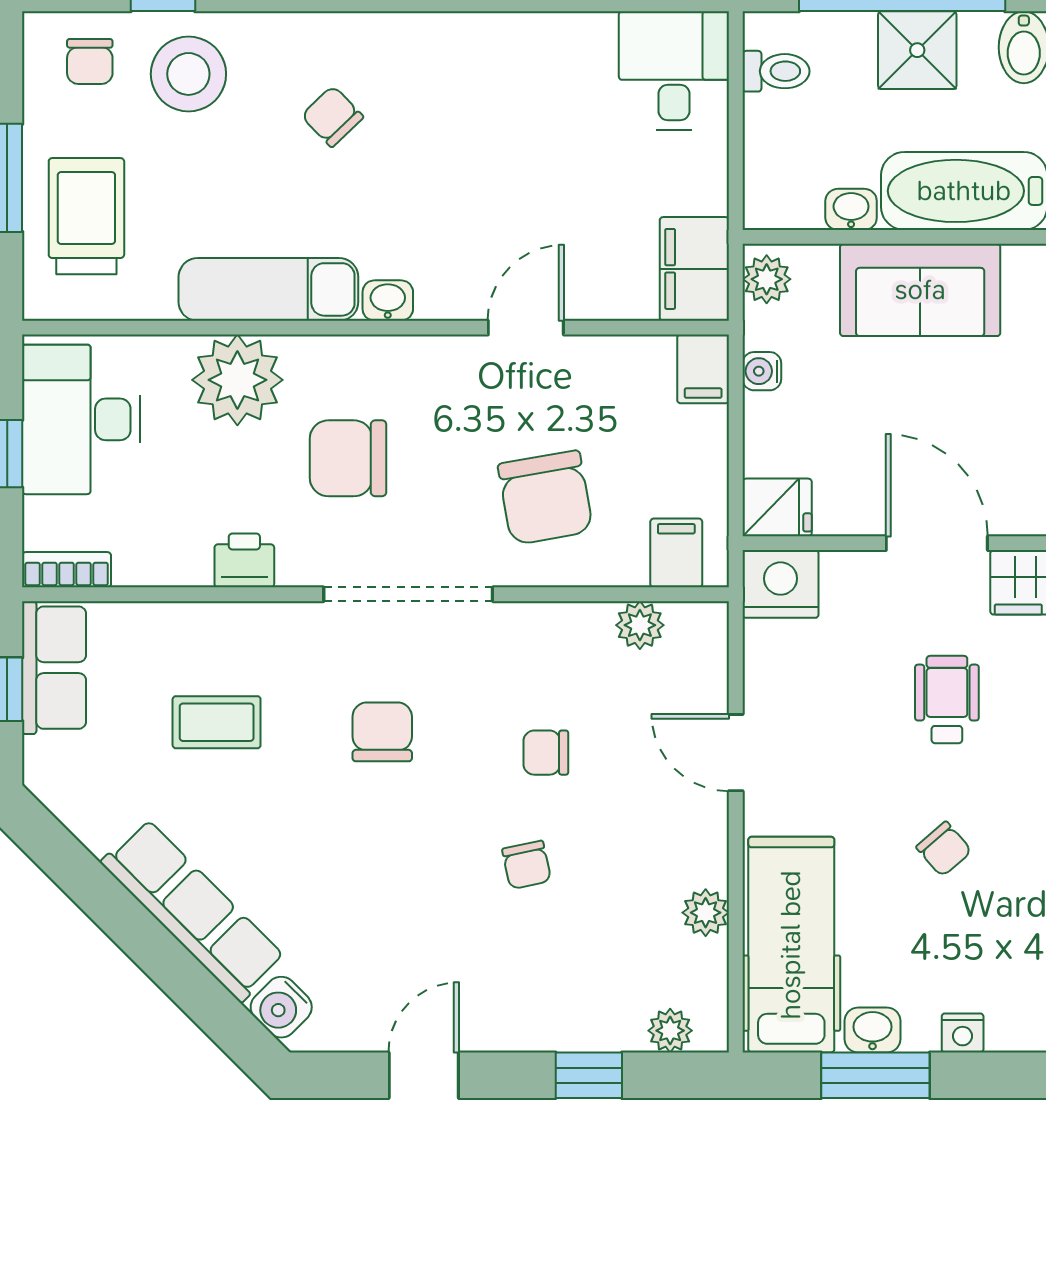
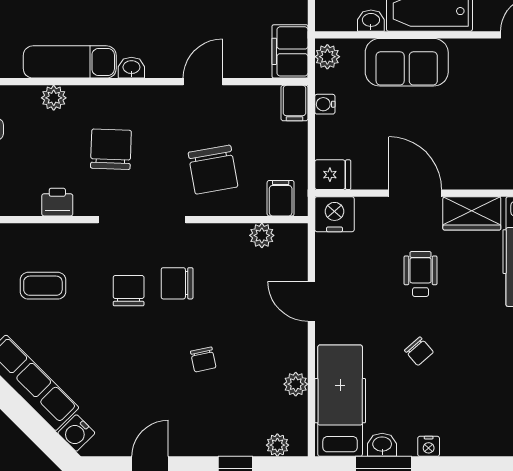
plant: (237, 380) -> (54, 98), width x0.53, depth x0.53
chair: (348, 458) -> (111, 149), turned 92
chair: (546, 753) -> (177, 283), moved, width x1.37, depth x1.37

